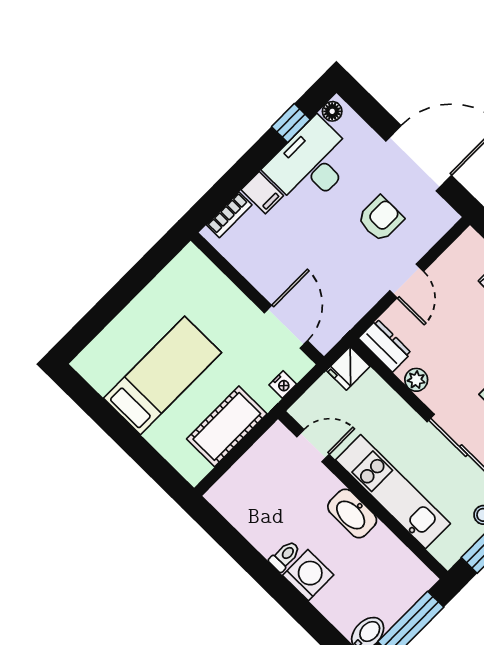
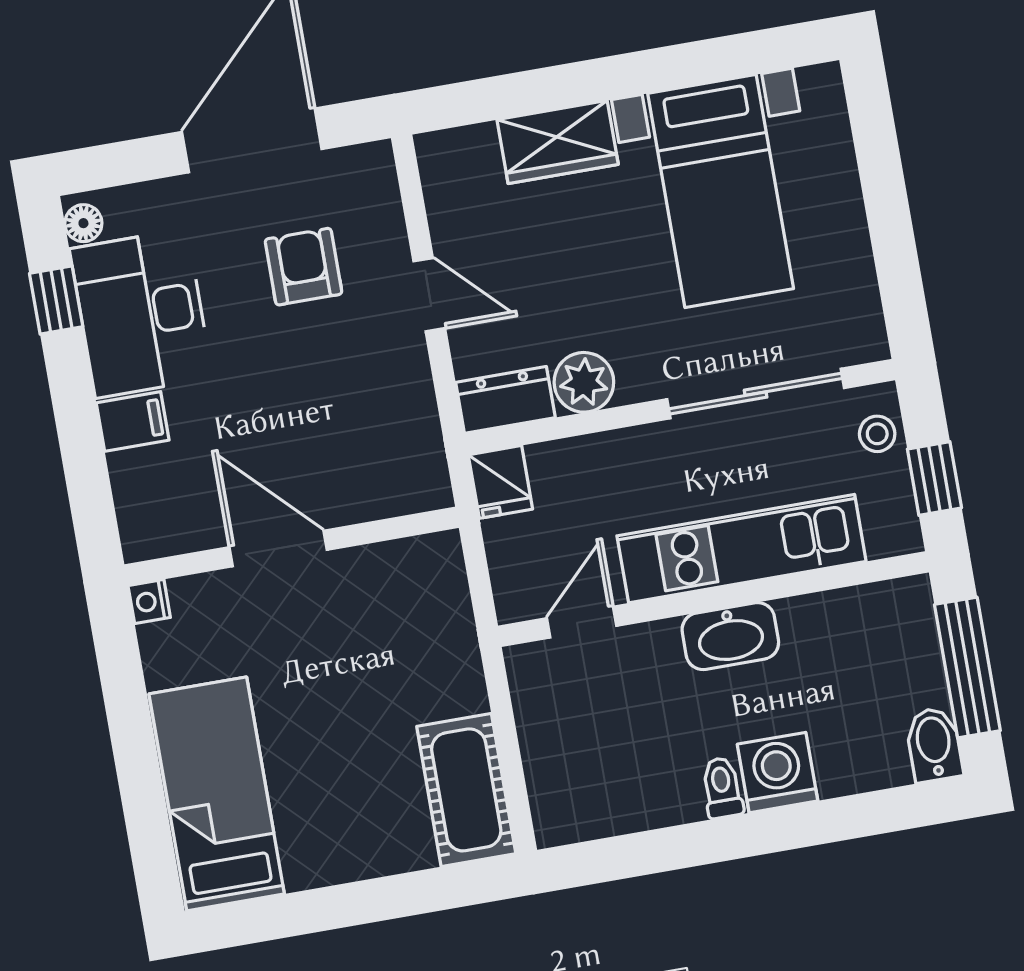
bookcase: (229, 215) -> (130, 497), removed
door: (286, 327) -> (278, 548), moved
bed: (163, 375) -> (217, 794), moved
plant: (416, 380) -> (584, 382), width x1.38, depth x1.38
nightstand: (283, 385) -> (149, 602), moved, turned 180
cot: (227, 426) -> (466, 790), moved

